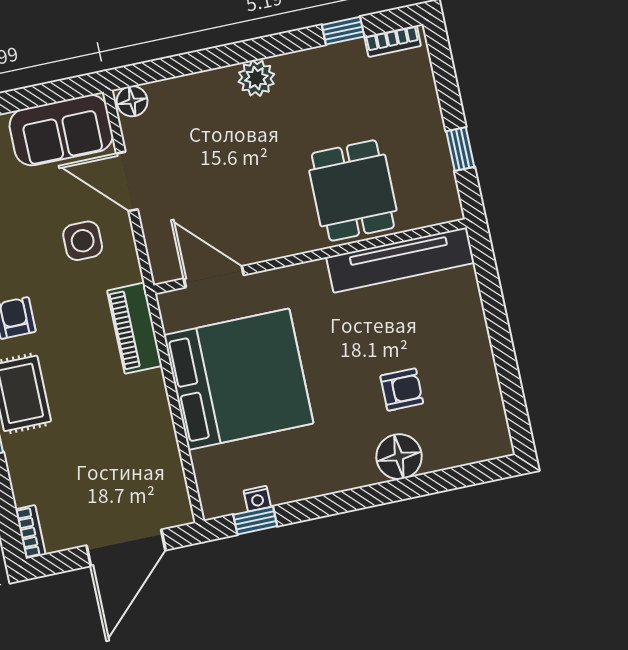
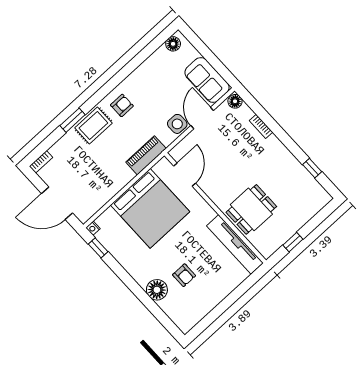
bookcase: (393, 41) -> (261, 126), moved
plant: (256, 78) -> (273, 145), removed
side table: (83, 241) -> (177, 124), moved
nightstand: (257, 499) -> (93, 228), moved

